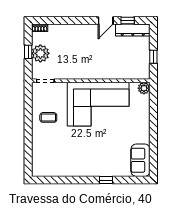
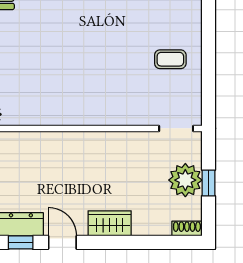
door: (106, 20) -> (62, 242), hinge flipped
wardrobe: (80, 31) -> (110, 223), added
corner sofa: (98, 104) -> (76, 84), removed

